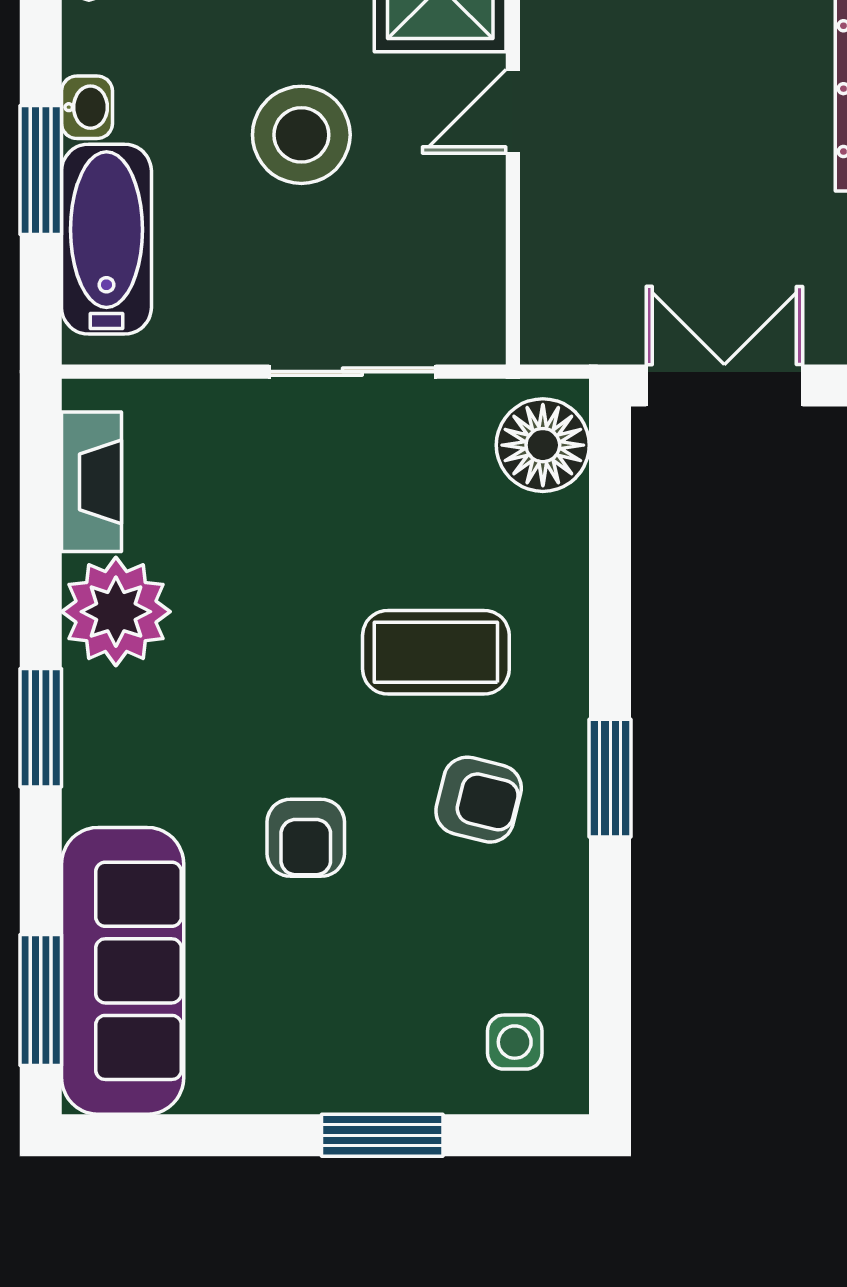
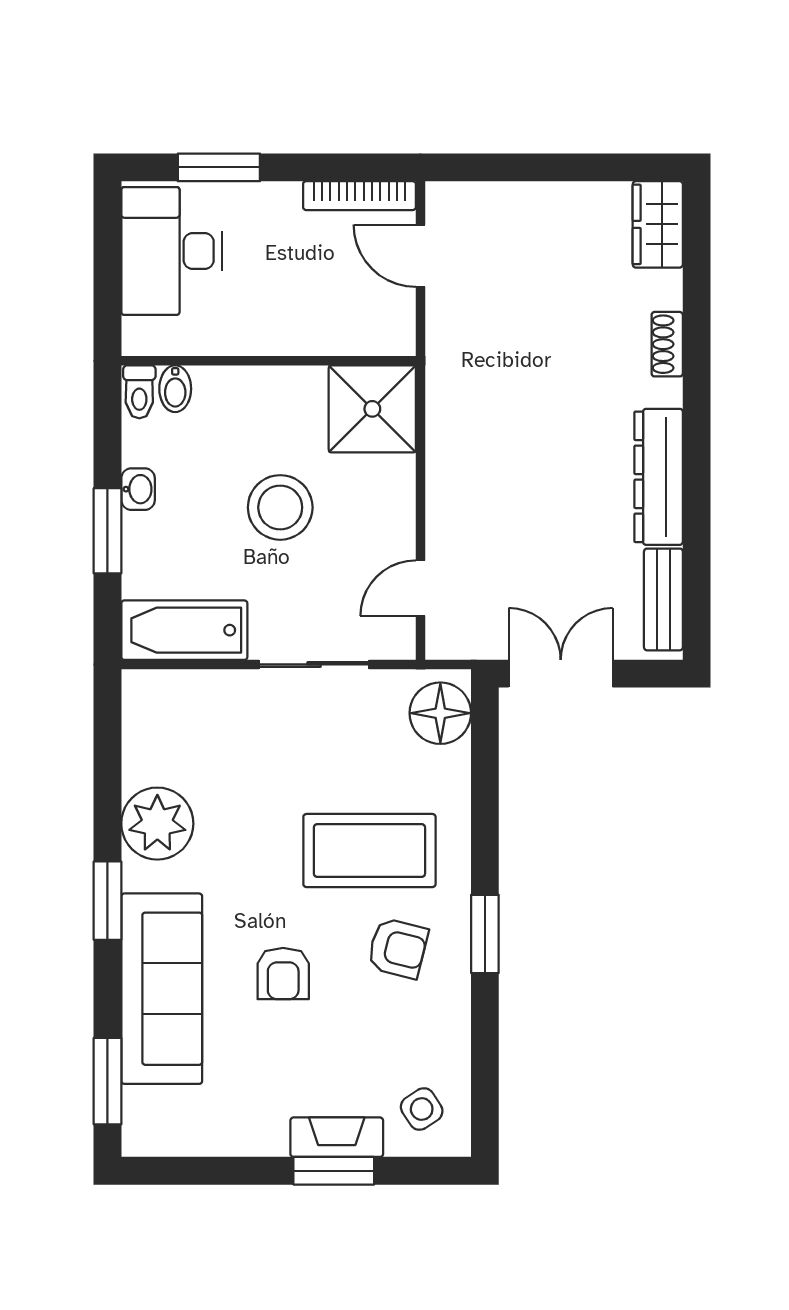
door: (513, 111) -> (420, 588), moved
bathtub: (106, 239) -> (184, 630), moved, turned -90
fireplace: (91, 482) -> (337, 1137), moved, turned -90
coffee table: (436, 652) -> (369, 851), width x1.36, depth x1.32
sofa: (123, 971) -> (162, 989), moved
side table: (515, 1042) -> (422, 1109), turned -33

